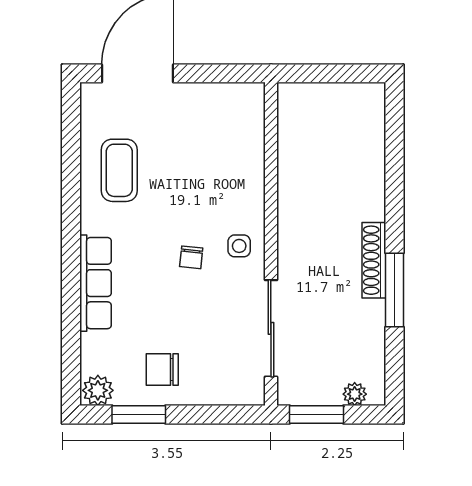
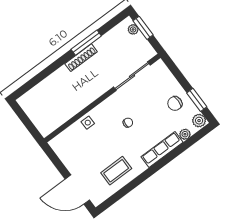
side table: (239, 246) -> (88, 123), moved
plant: (92, 346) -> (185, 134), added
chair: (162, 370) -> (175, 103), turned 90
window: (316, 414) -> (143, 28), moved

